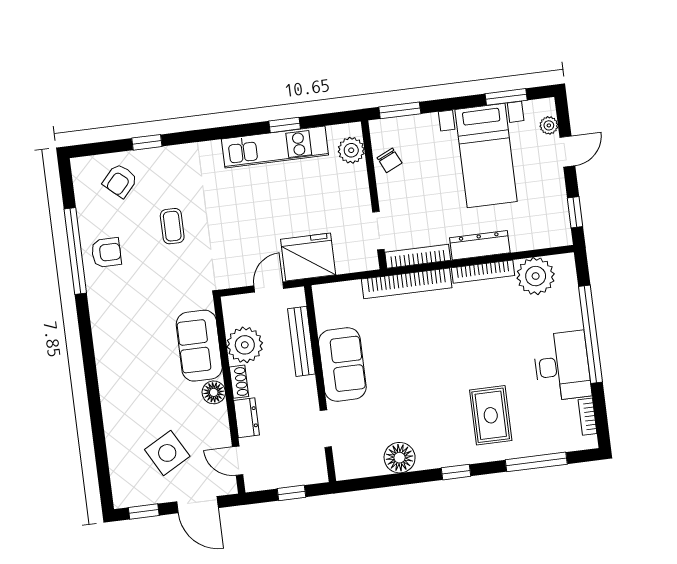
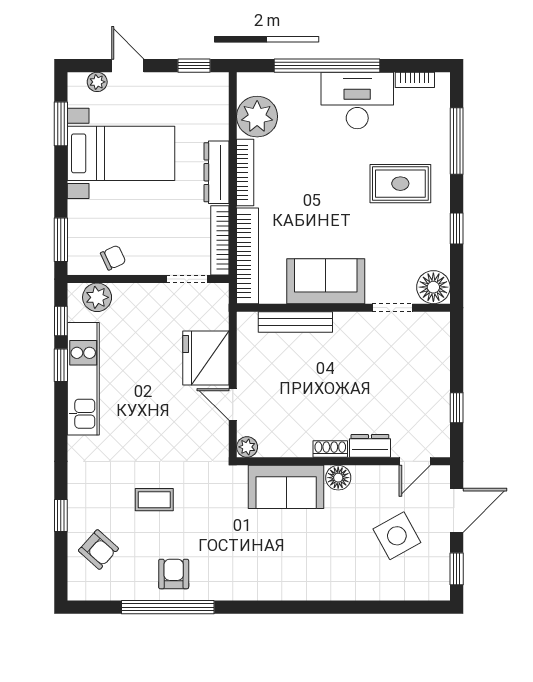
window: (325, 120) -> (61, 321), added
bench: (301, 341) -> (295, 322), moved
plant: (245, 345) -> (247, 447), moved, width x0.53, depth x0.53
sofa: (342, 364) -> (326, 281), moved
wall: (320, 384) -> (343, 308), moved
doorway: (326, 429) -> (392, 308), moved

